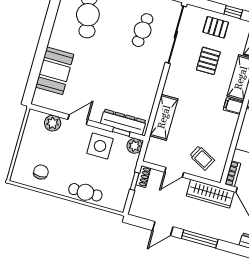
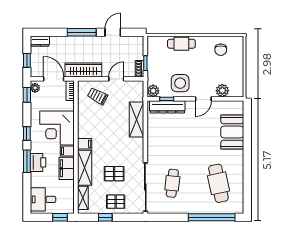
pallet: (208, 61) -> (114, 174), turned 90

